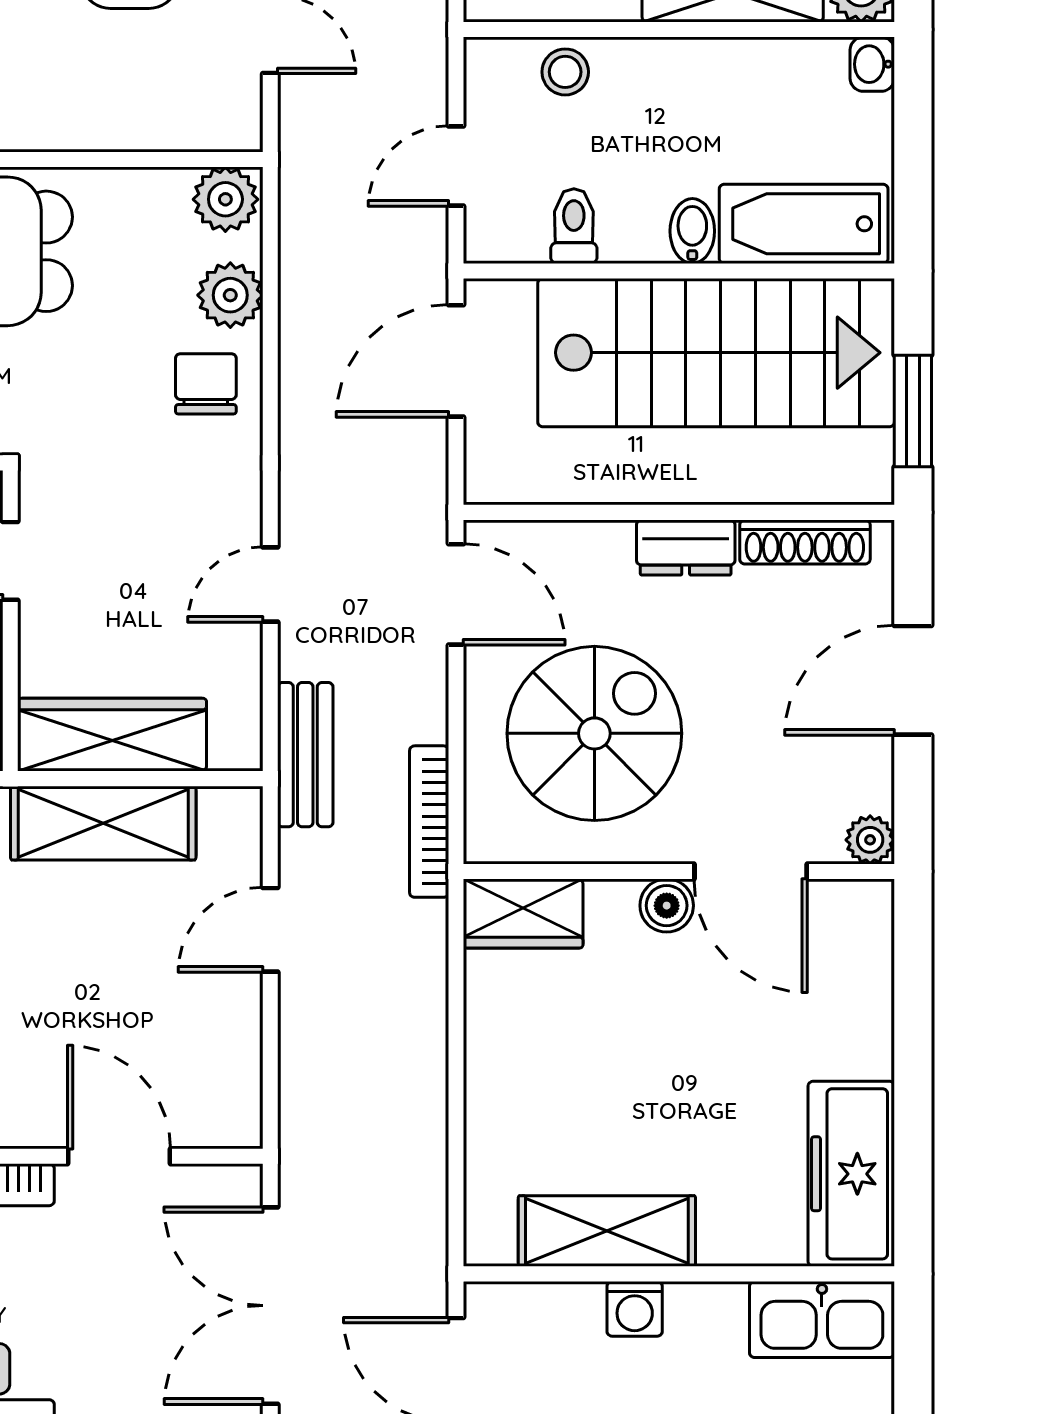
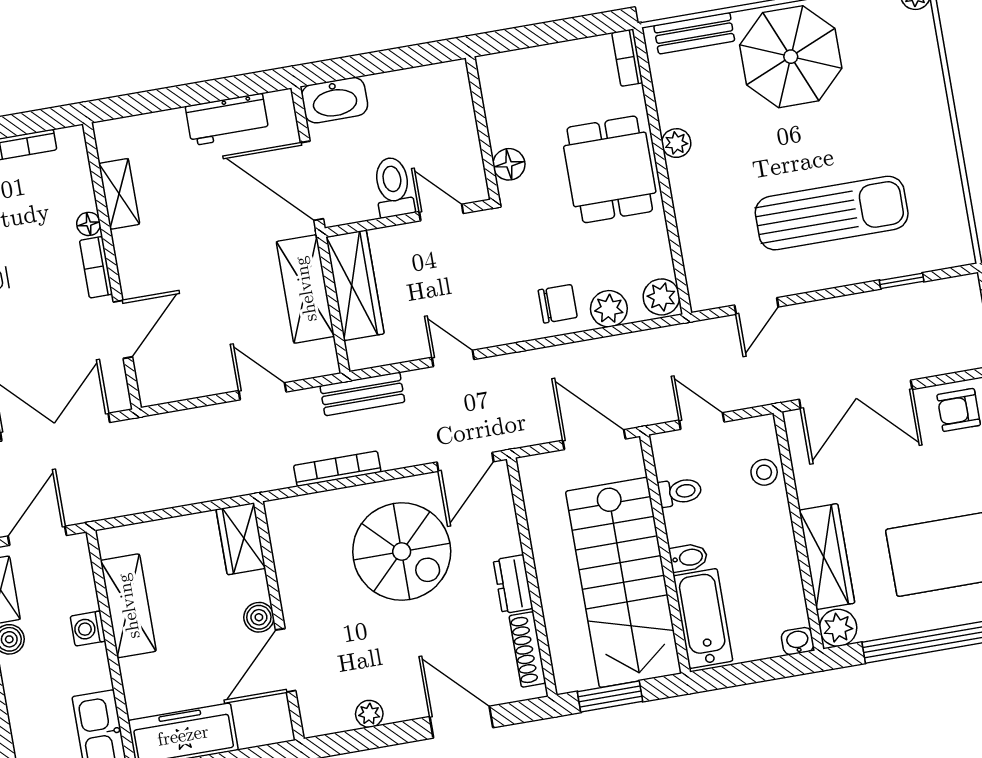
wall: (679, 871) -> (279, 621), moved
door: (751, 871) -> (286, 660), moved
boiler: (667, 906) -> (259, 617), moved
wardrobe: (523, 914) -> (241, 539), moved

